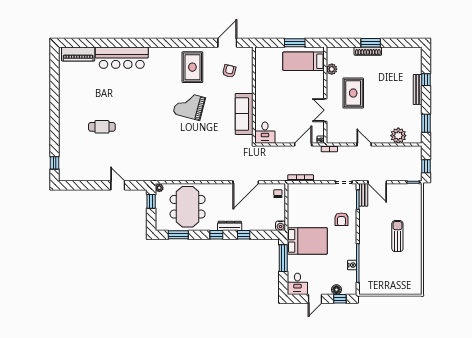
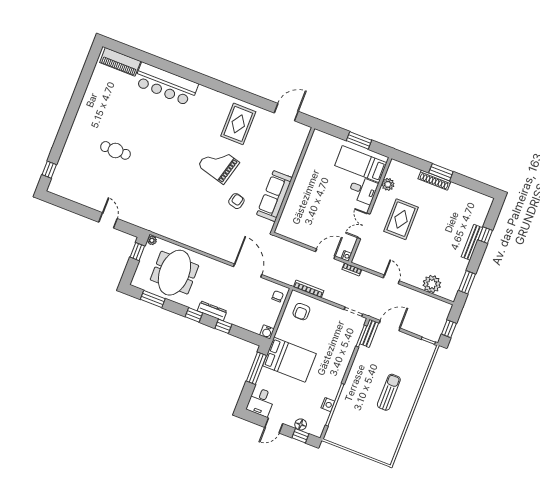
armchair: (229, 71) -> (236, 201), moved
desk: (265, 133) -> (363, 190), moved, turned -90
door: (246, 182) -> (248, 271), swing flipped
door: (377, 182) -> (390, 326), swing flipped
armchair: (341, 219) -> (301, 312), moved

